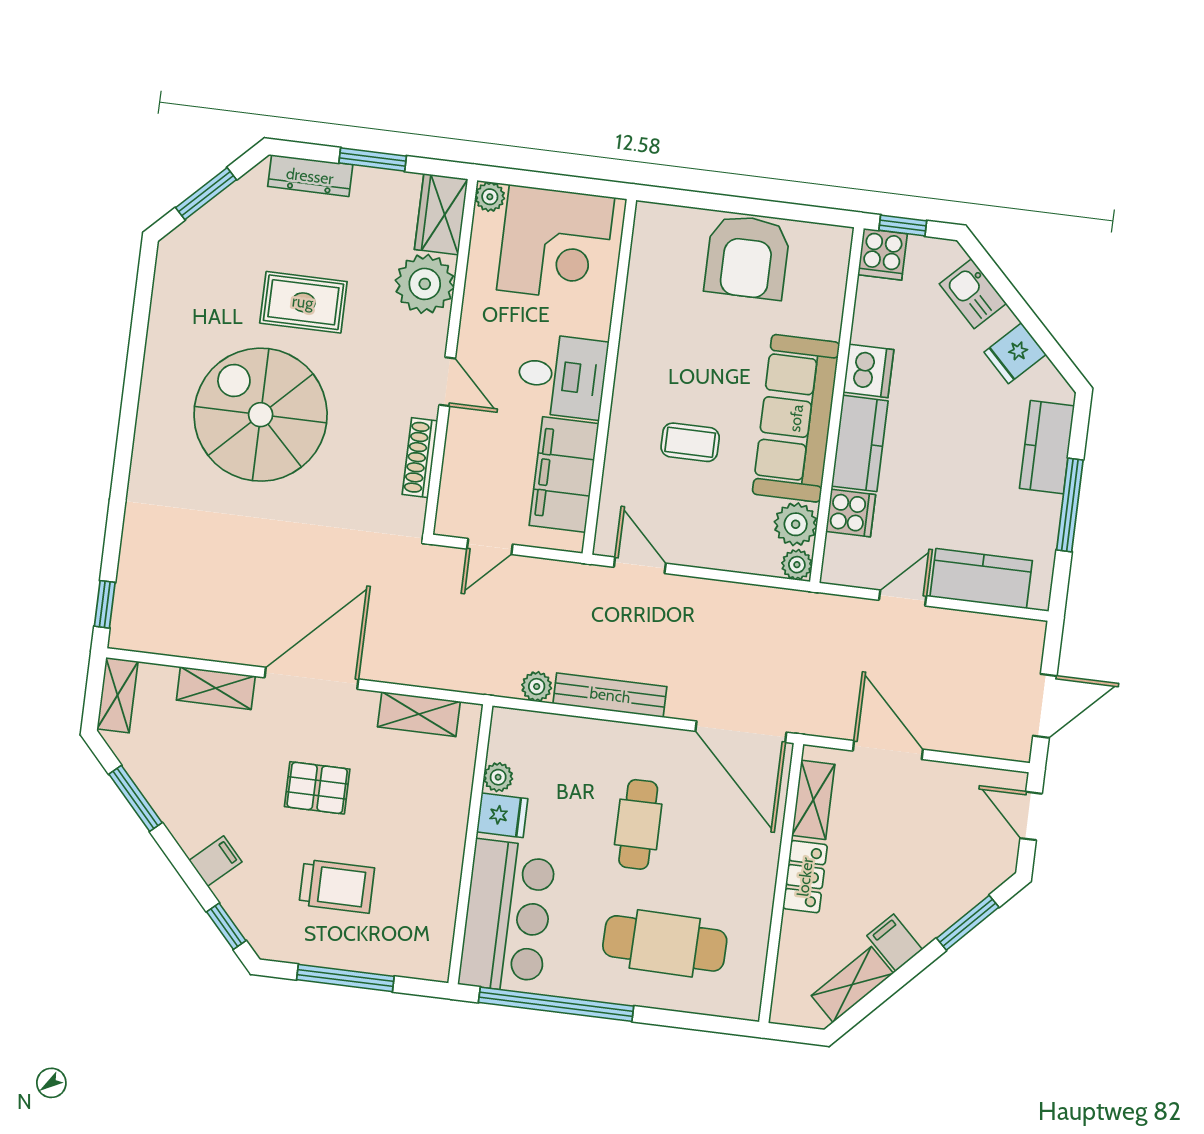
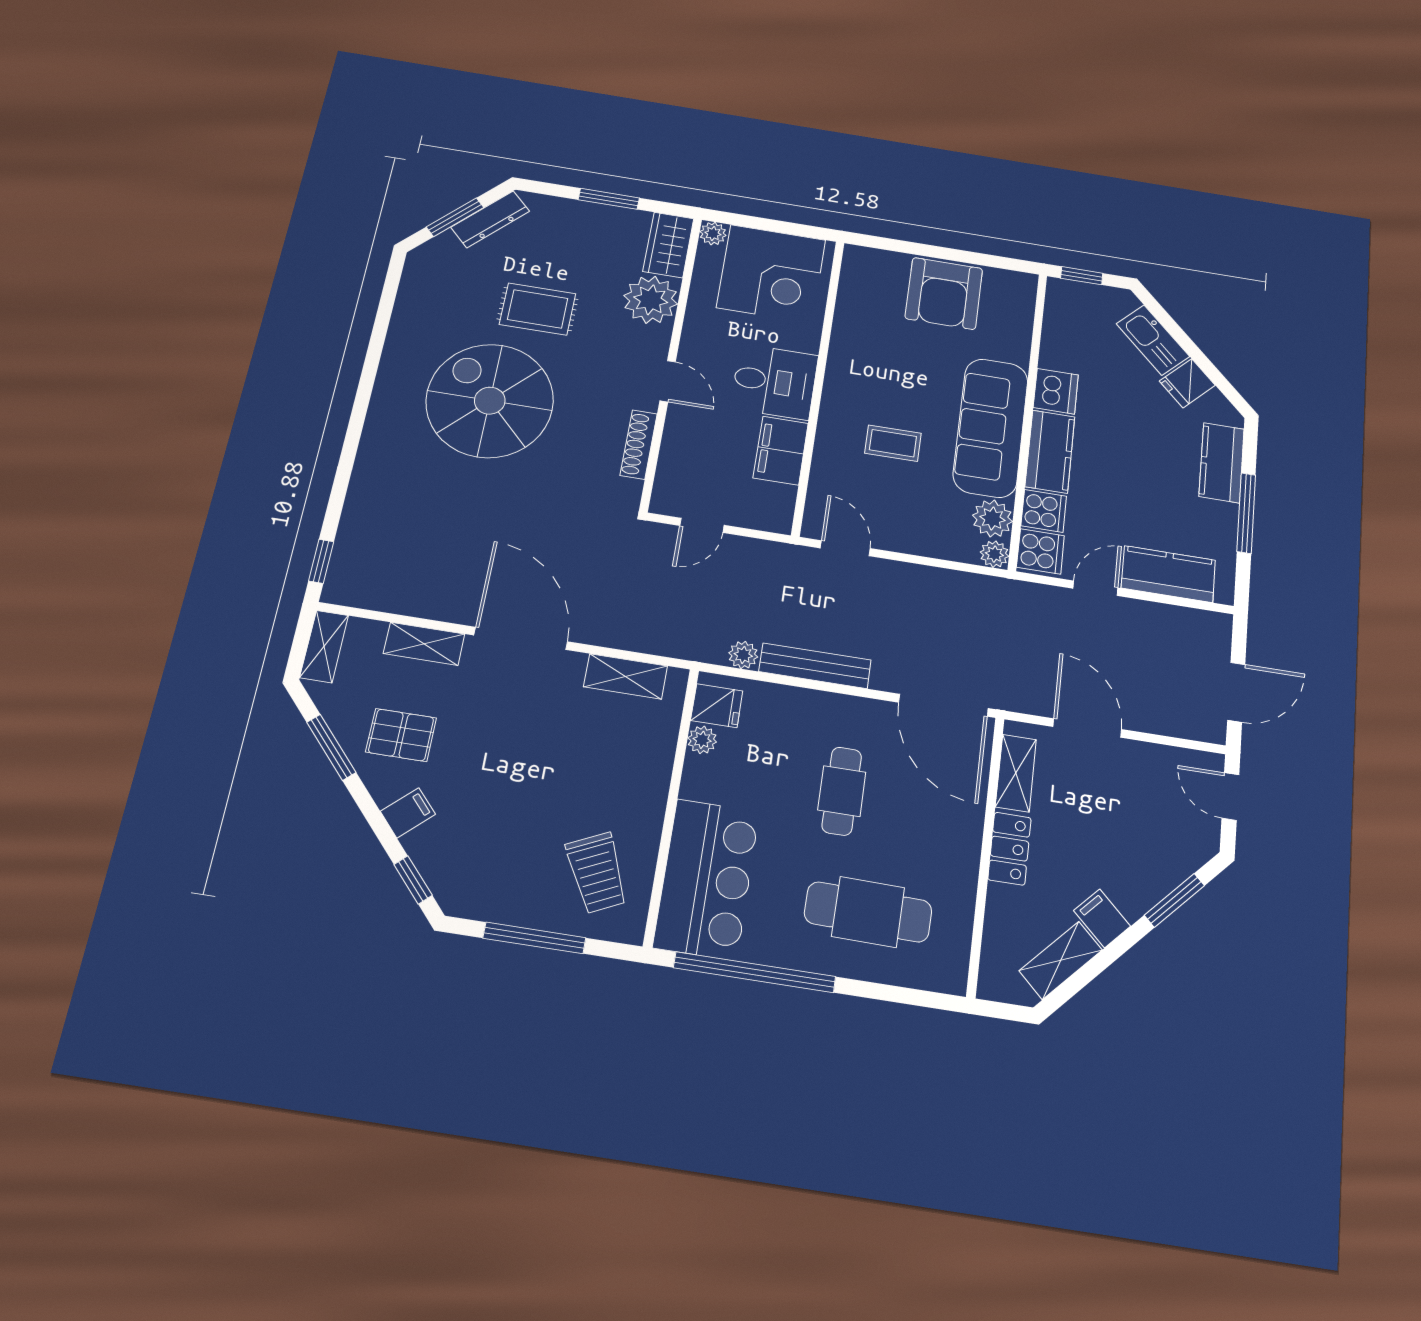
dresser: (310, 176) -> (490, 219), moved, turned -45
cooker: (883, 254) -> (1040, 551), moved, turned -90
kitchen sink: (973, 294) -> (1153, 340), width x1.38
filing cabinet: (564, 475) -> (781, 451), width x0.67, depth x0.86
door: (312, 678) -> (521, 638), hinge flipped
pallet: (317, 788) -> (401, 735), moved
fridge: (502, 815) -> (717, 706), moved
trolley: (337, 886) -> (597, 873), moved, turned 65

